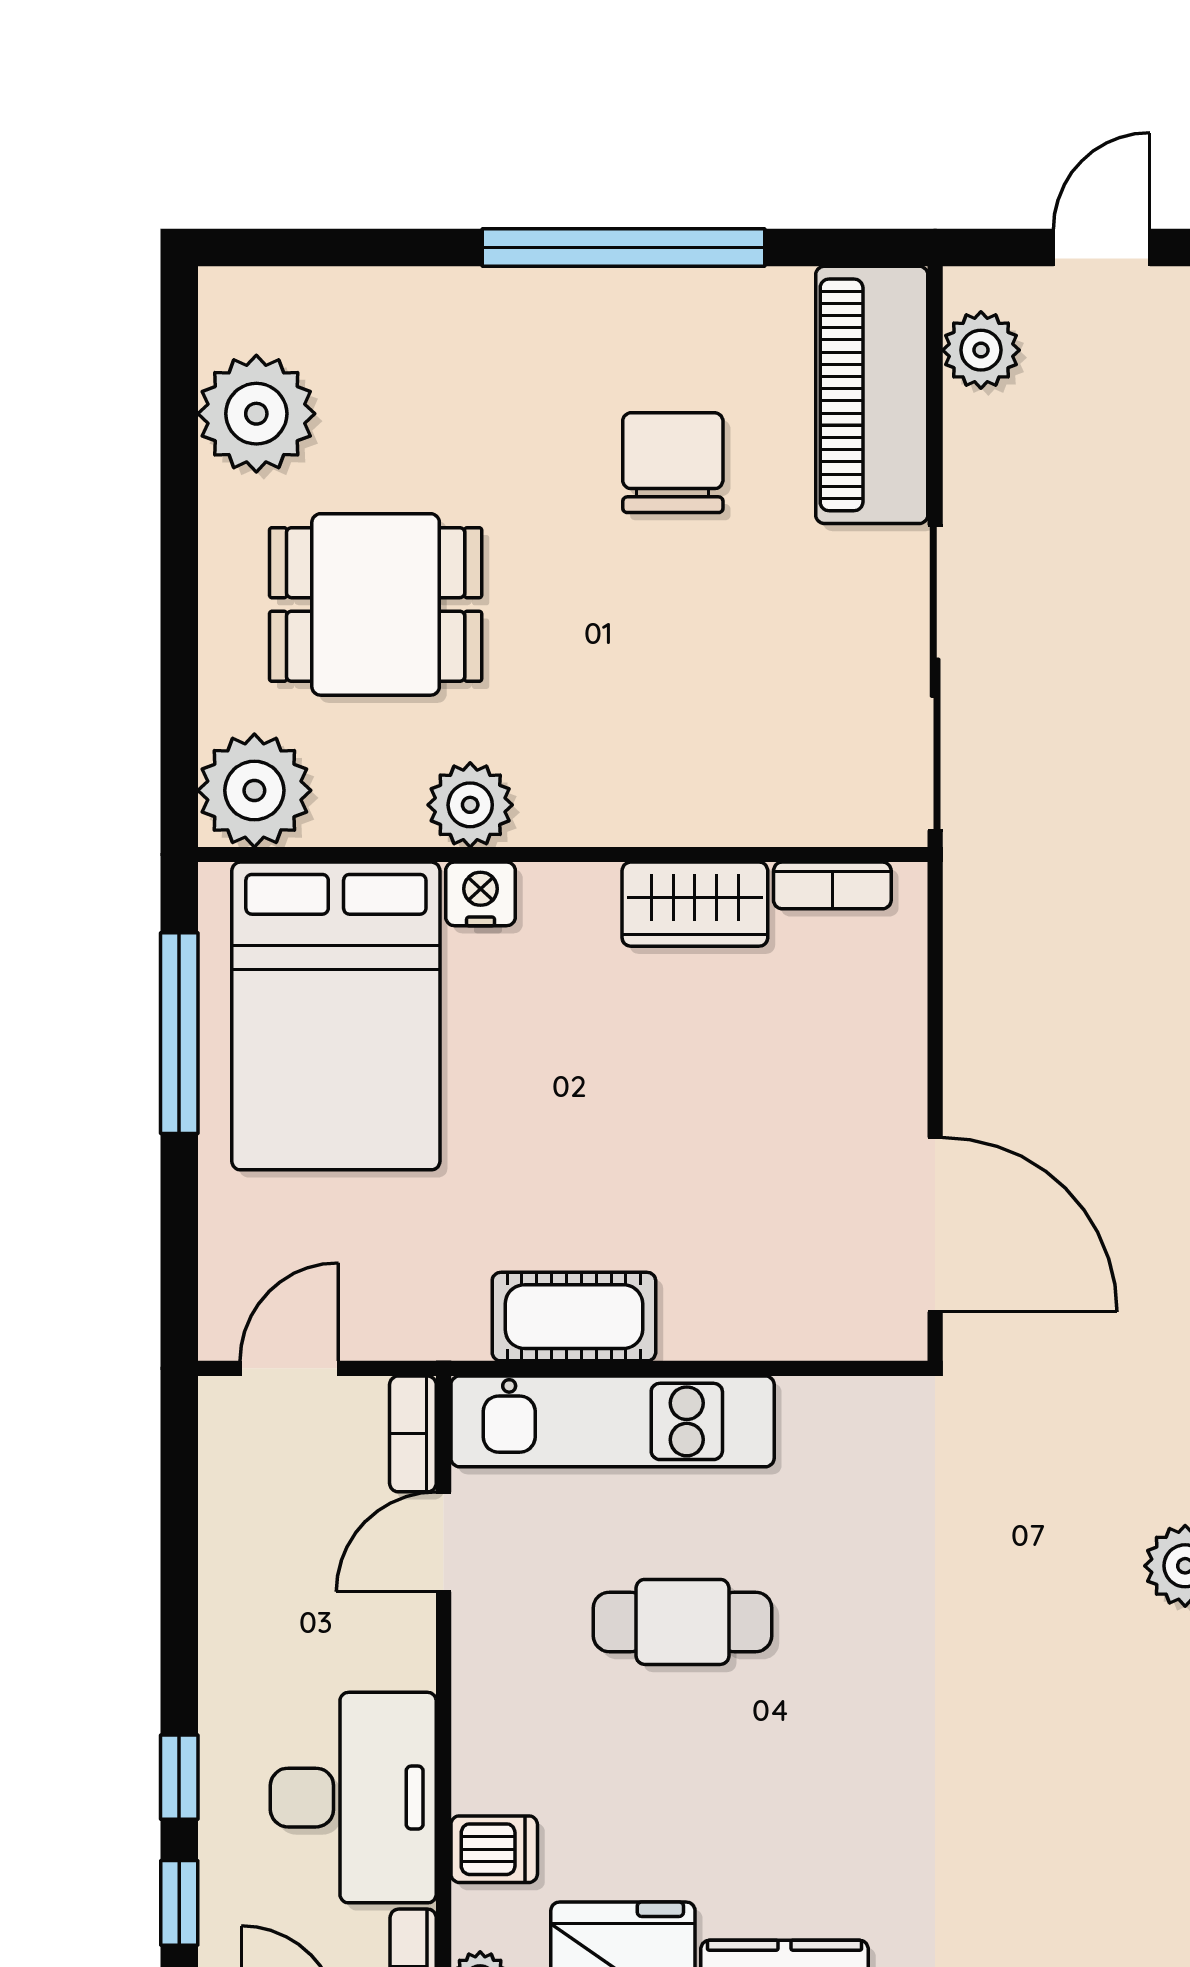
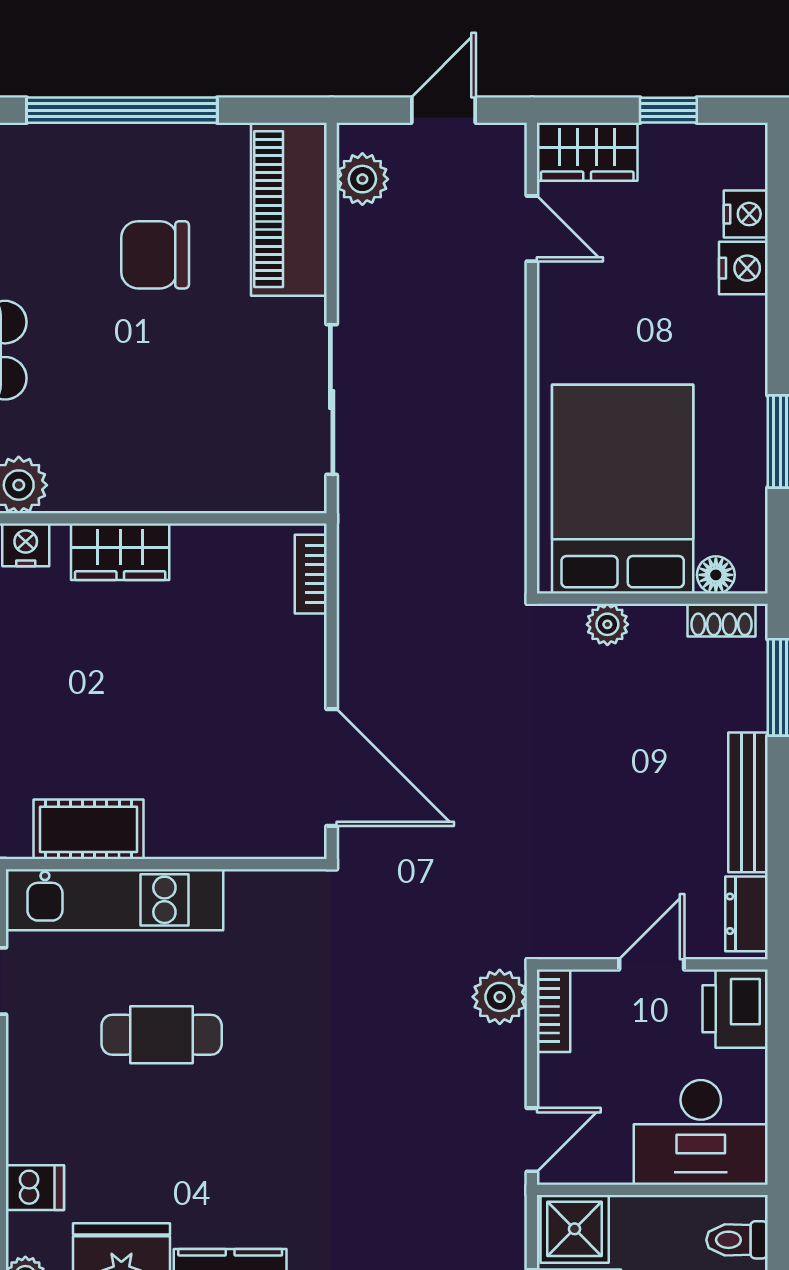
chair: (673, 463) -> (155, 255), turned -90
sliding door: (935, 678) -> (332, 400), width x0.73
bookcase: (832, 885) -> (311, 574), moved, turned 90
wardrobe: (695, 904) -> (120, 552), moved

